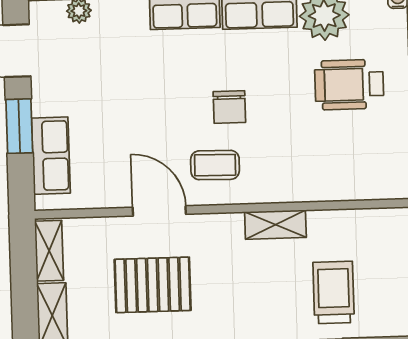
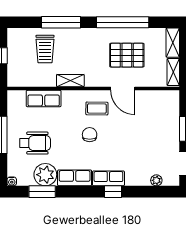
row of seats: (51, 156) -> (44, 99), moved, turned -90

